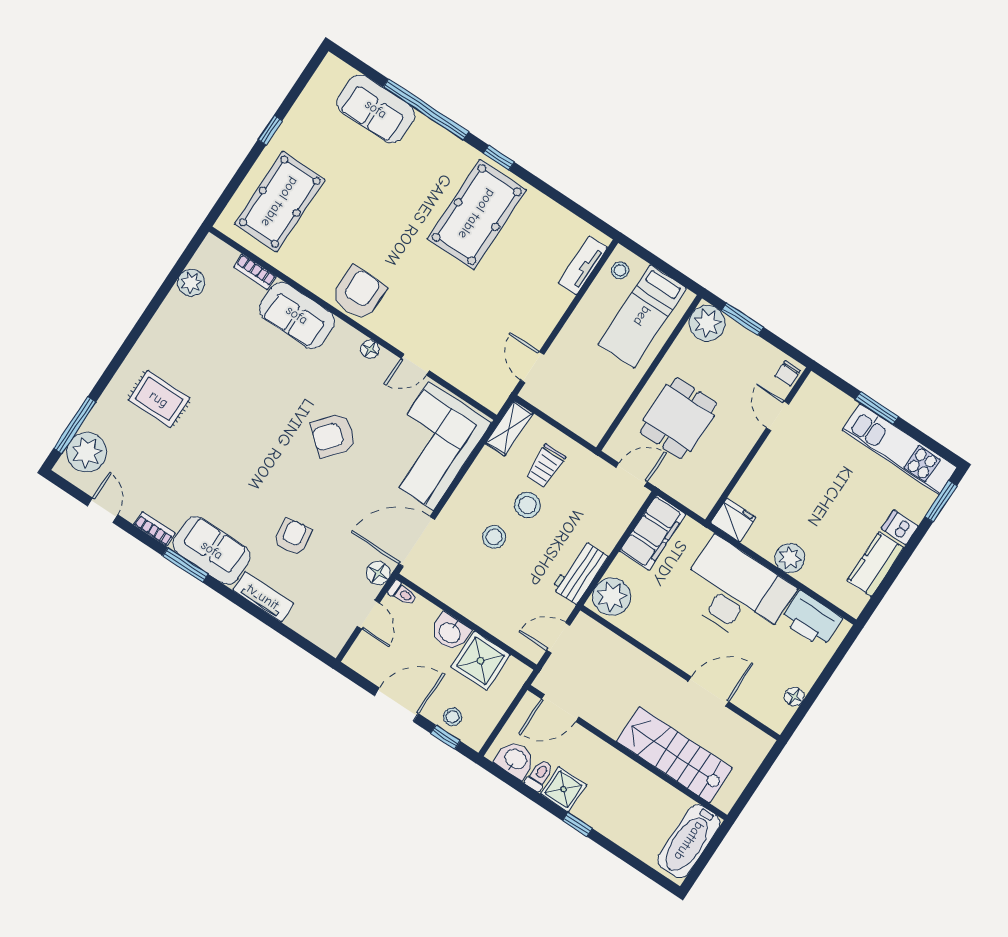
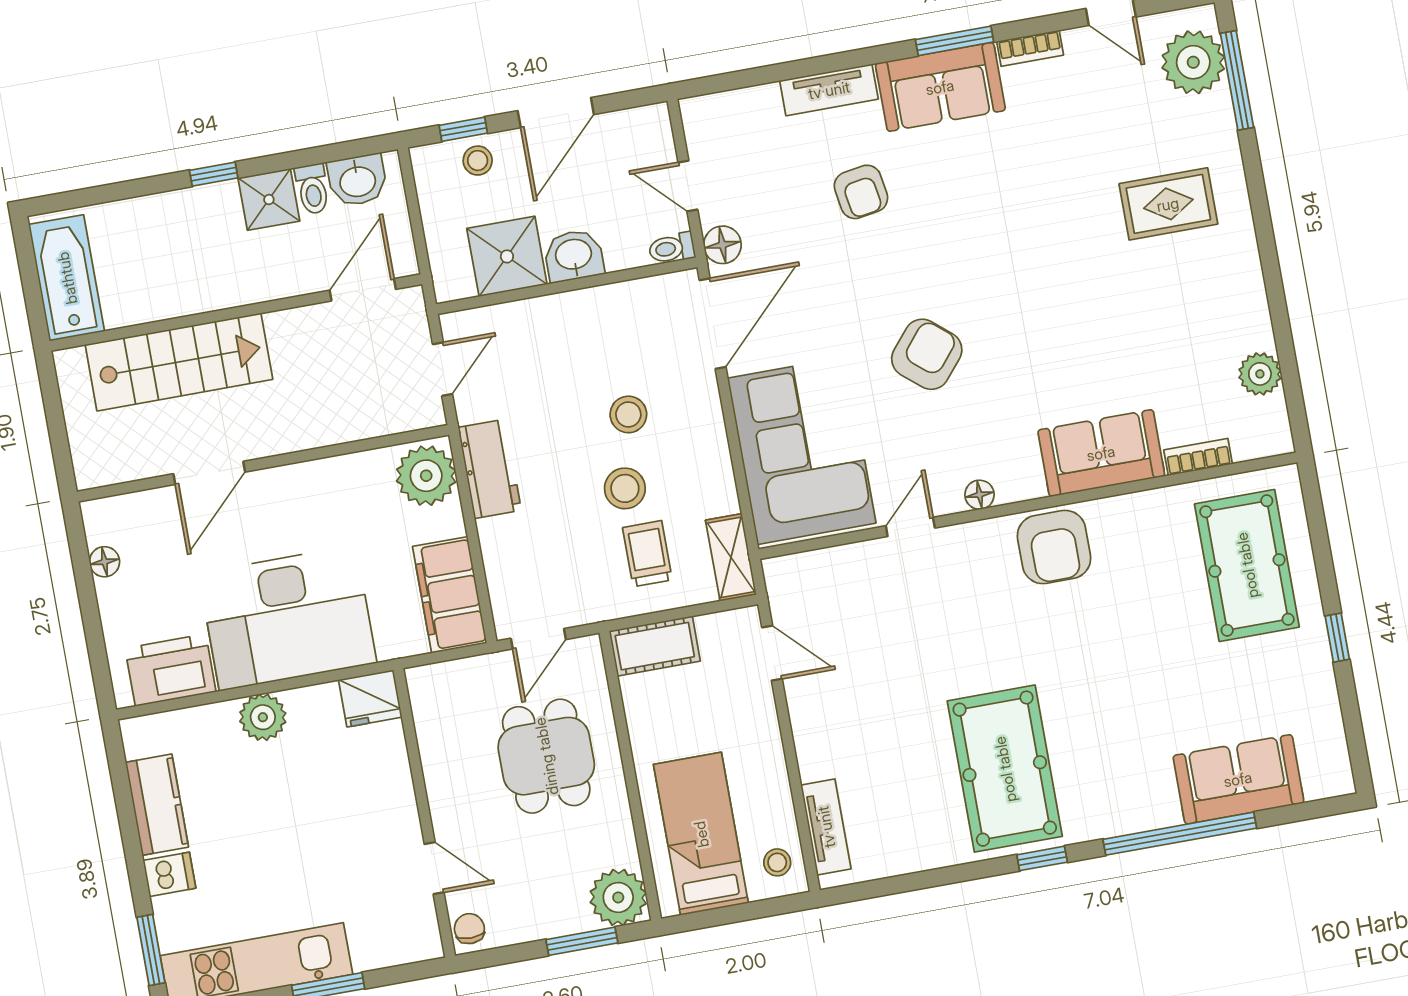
cot: (582, 421) -> (655, 646), added

